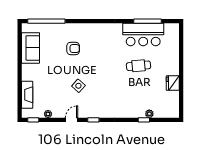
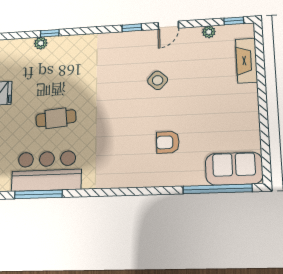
sofa: (30, 48) -> (234, 169), moved, turned 90

